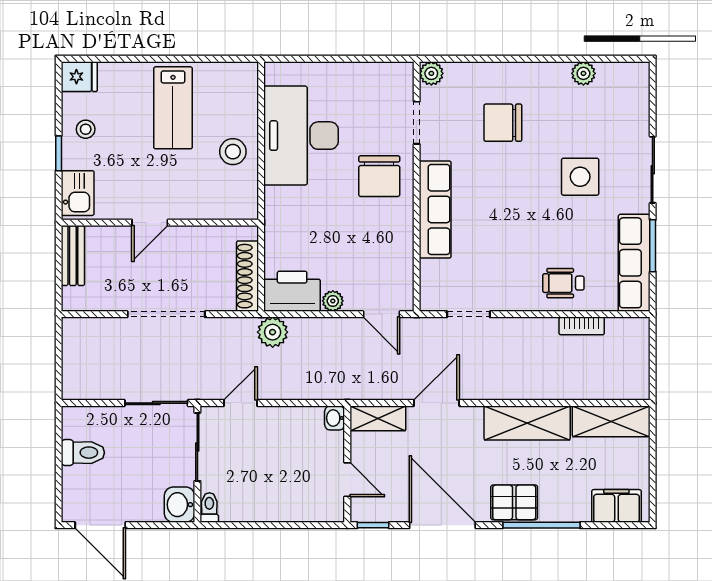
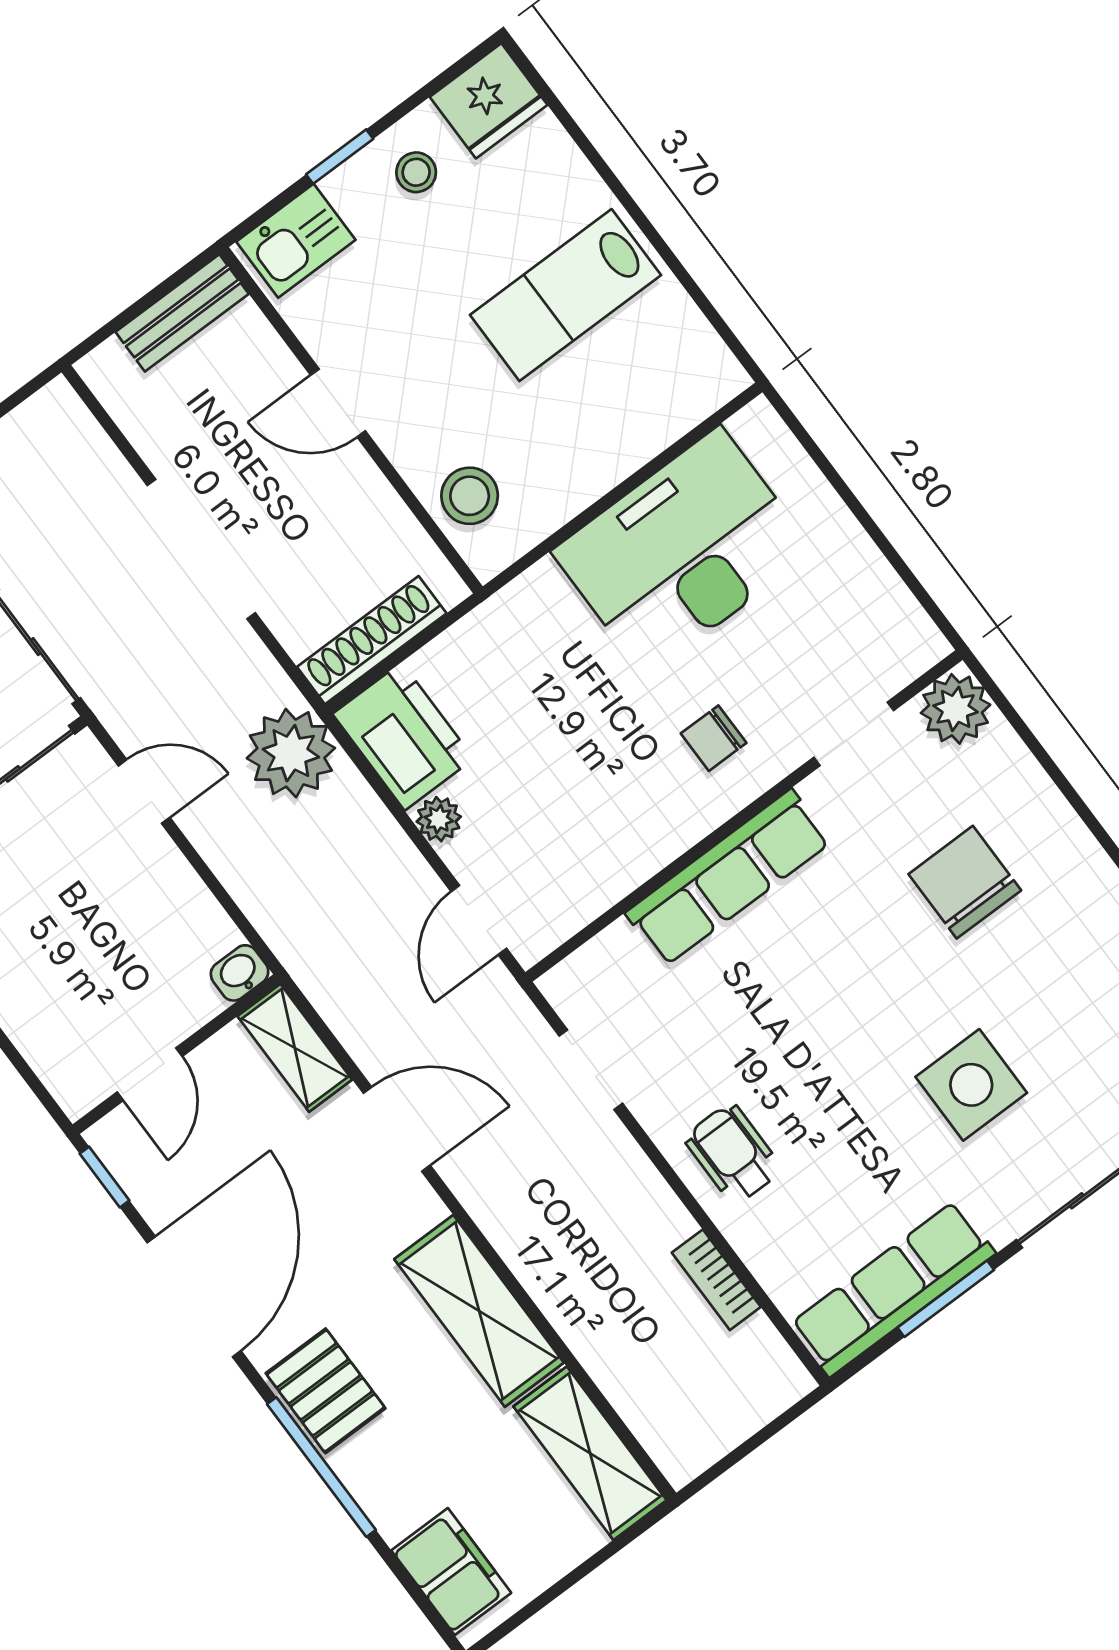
plant: (431, 73) -> (956, 709), width x1.38, depth x1.38
fridge: (79, 77) -> (489, 101), width x1.38
stool: (233, 152) -> (470, 496), moved
chair: (379, 176) -> (714, 738), width x0.54, depth x0.54
wheelchair: (563, 283) -> (733, 1154), moved
plant: (273, 332) -> (291, 753), width x1.36, depth x1.36

